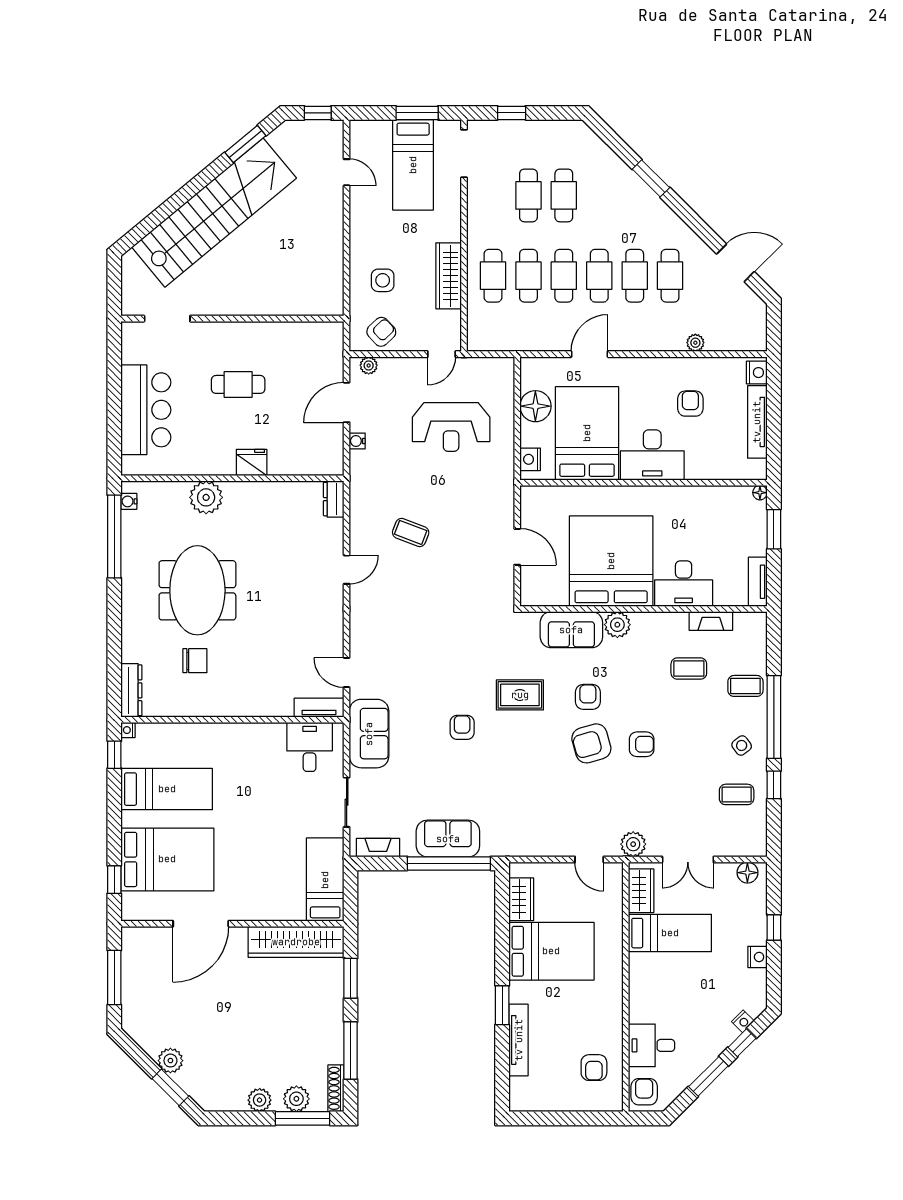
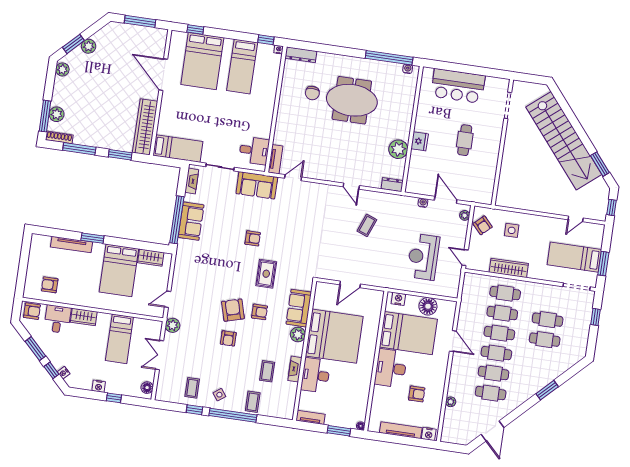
plant: (206, 497) -> (398, 149), moved
fireplace: (711, 621) -> (295, 369), moved
wardrobe: (641, 891) -> (84, 317), moved
plant: (260, 1100) -> (62, 69), moved

